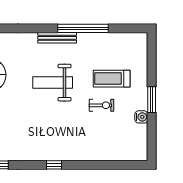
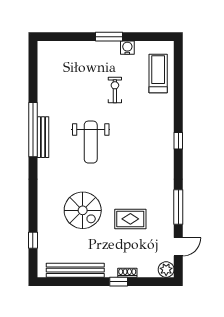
window: (83, 28) -> (33, 130), moved
treadmill: (112, 79) -> (158, 74), moved, turned 180

